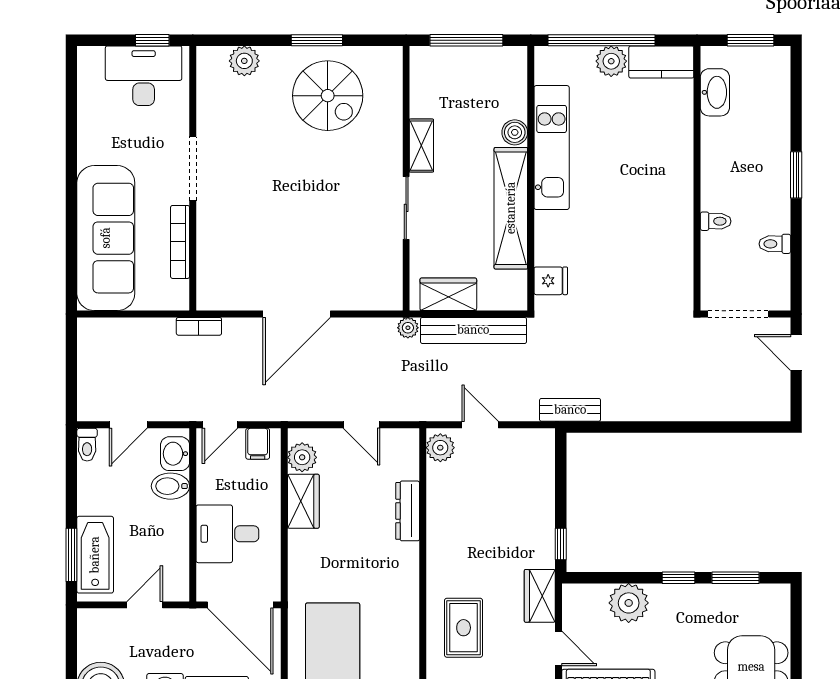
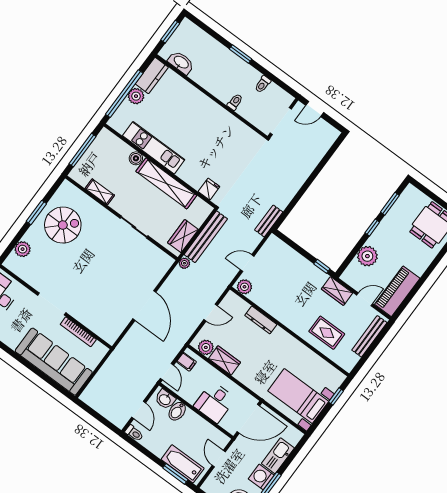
shelving: (421, 146) -> (100, 192), moved
bookcase: (199, 326) -> (119, 350), removed

